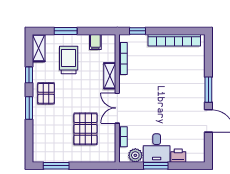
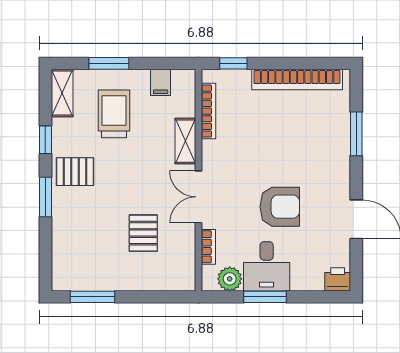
window: (208, 90) -> (356, 134), moved
pallet: (46, 93) -> (75, 172), turned 90
armchair: (164, 114) -> (280, 207), added
pallet: (85, 129) -> (143, 233), width x0.67, depth x0.71
printer: (178, 156) -> (338, 279), moved

